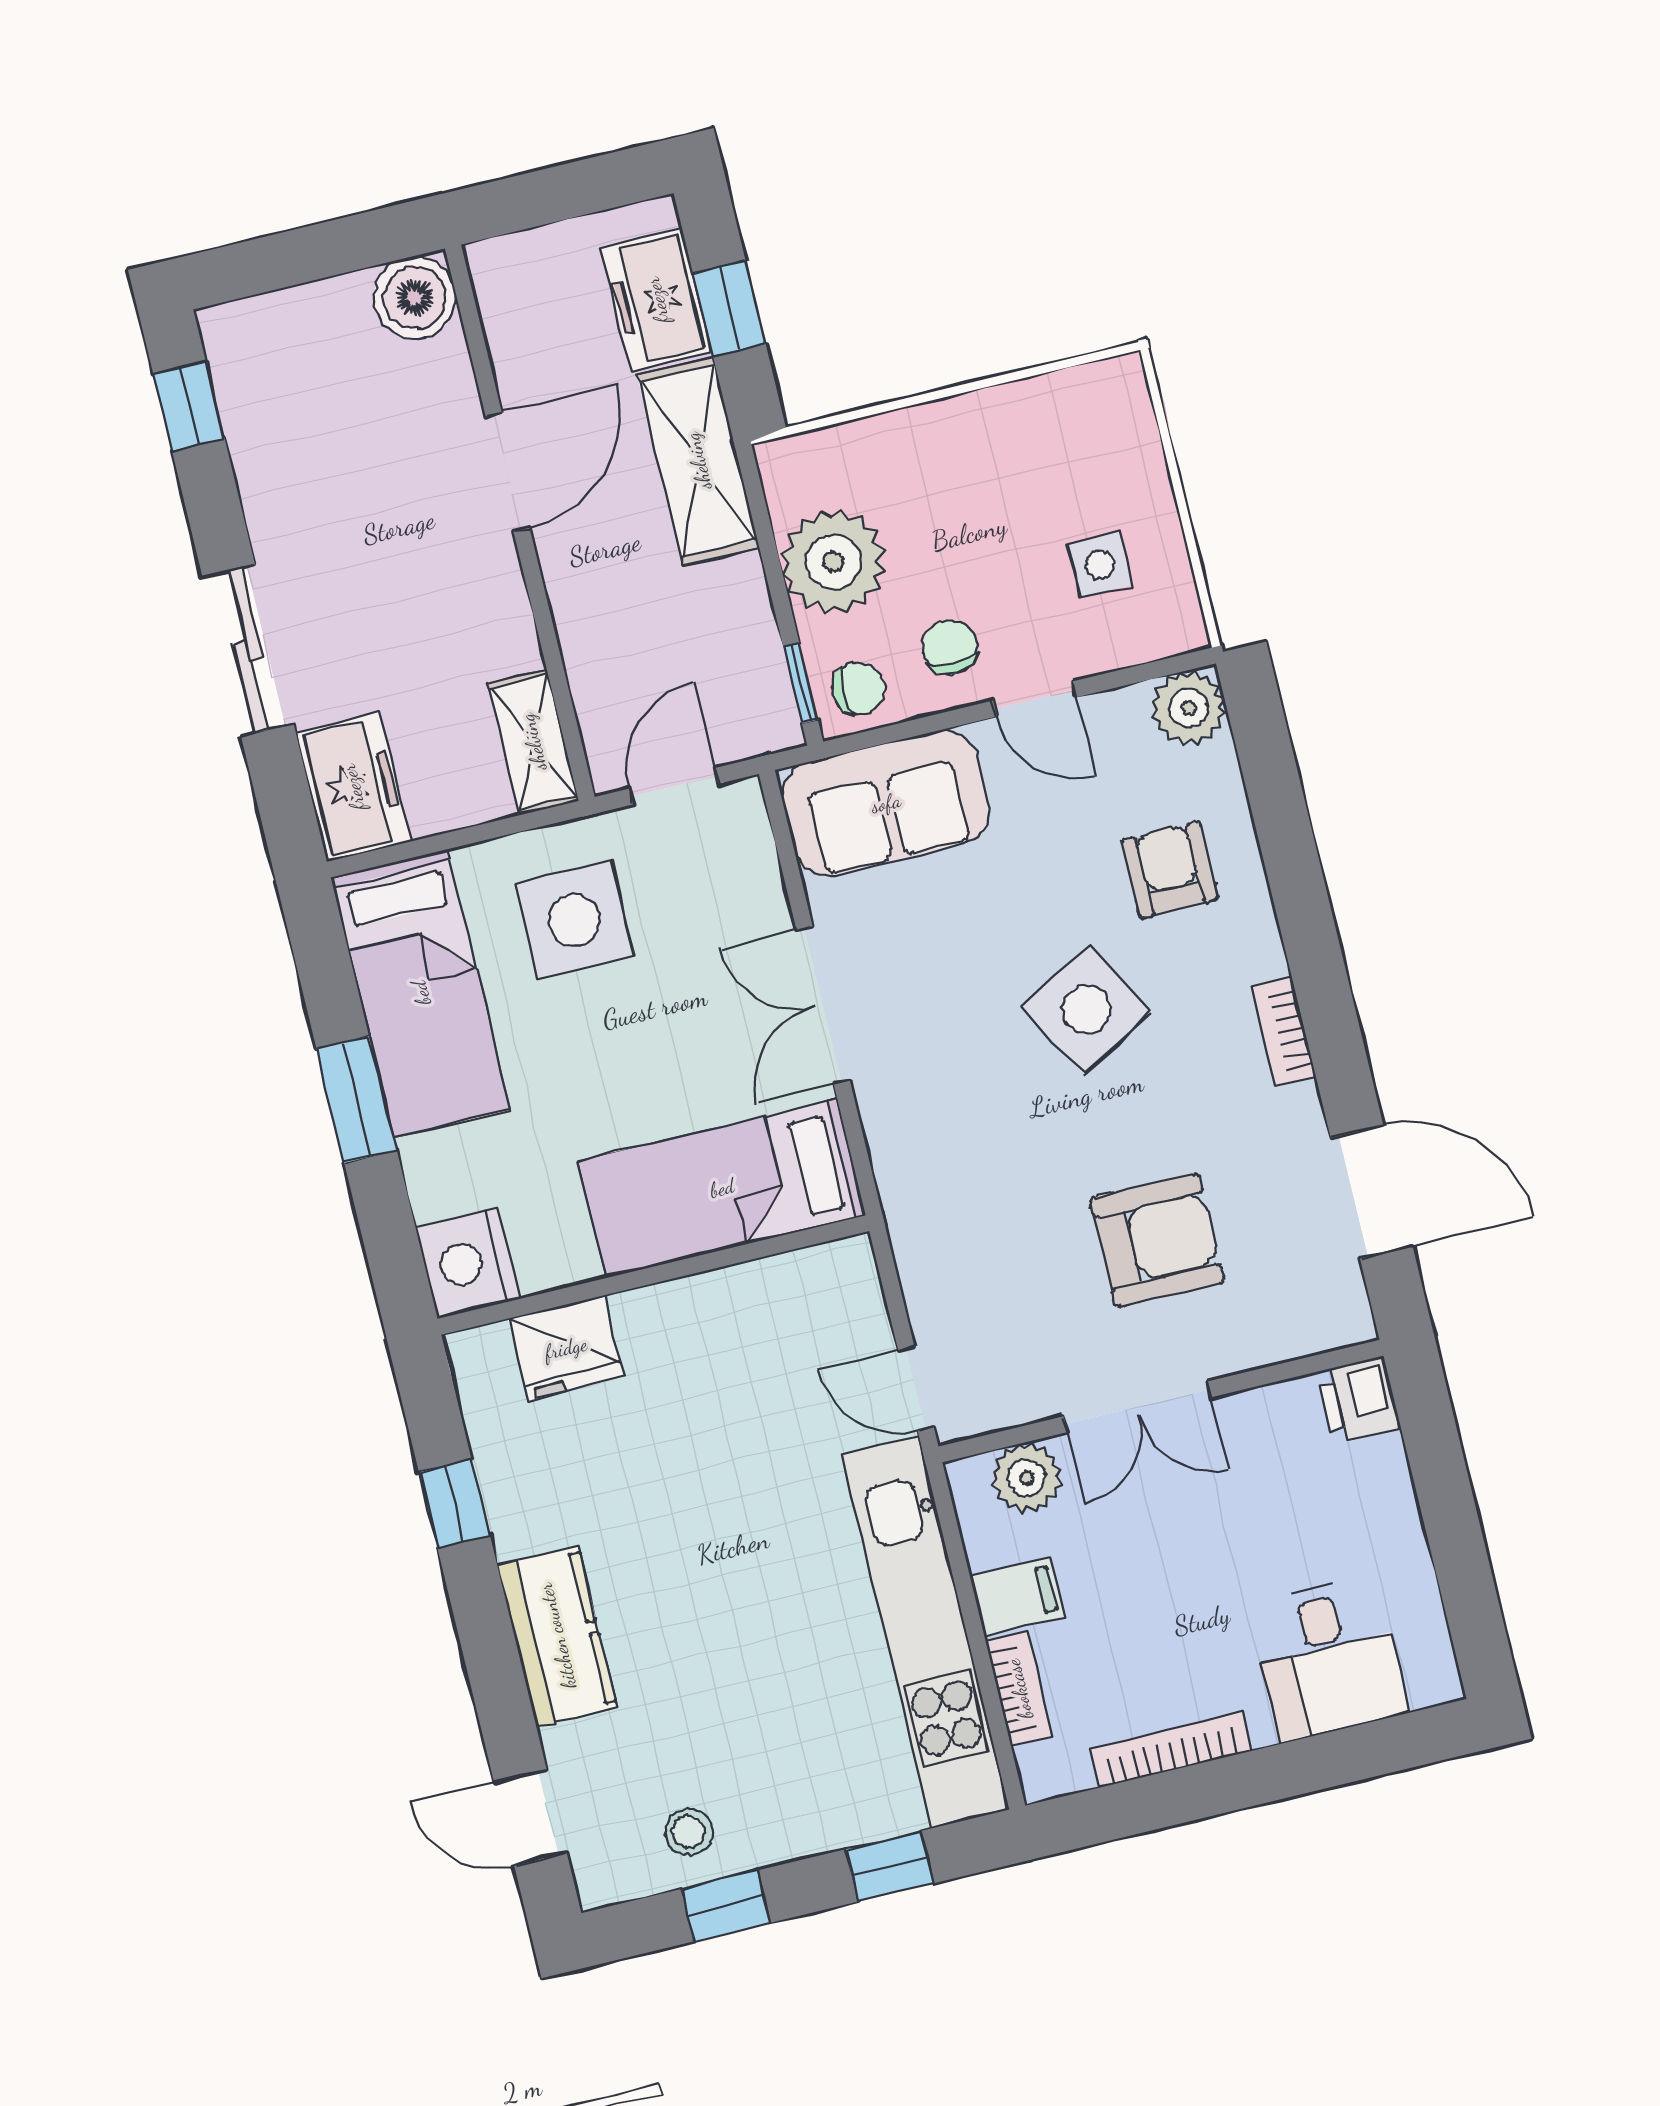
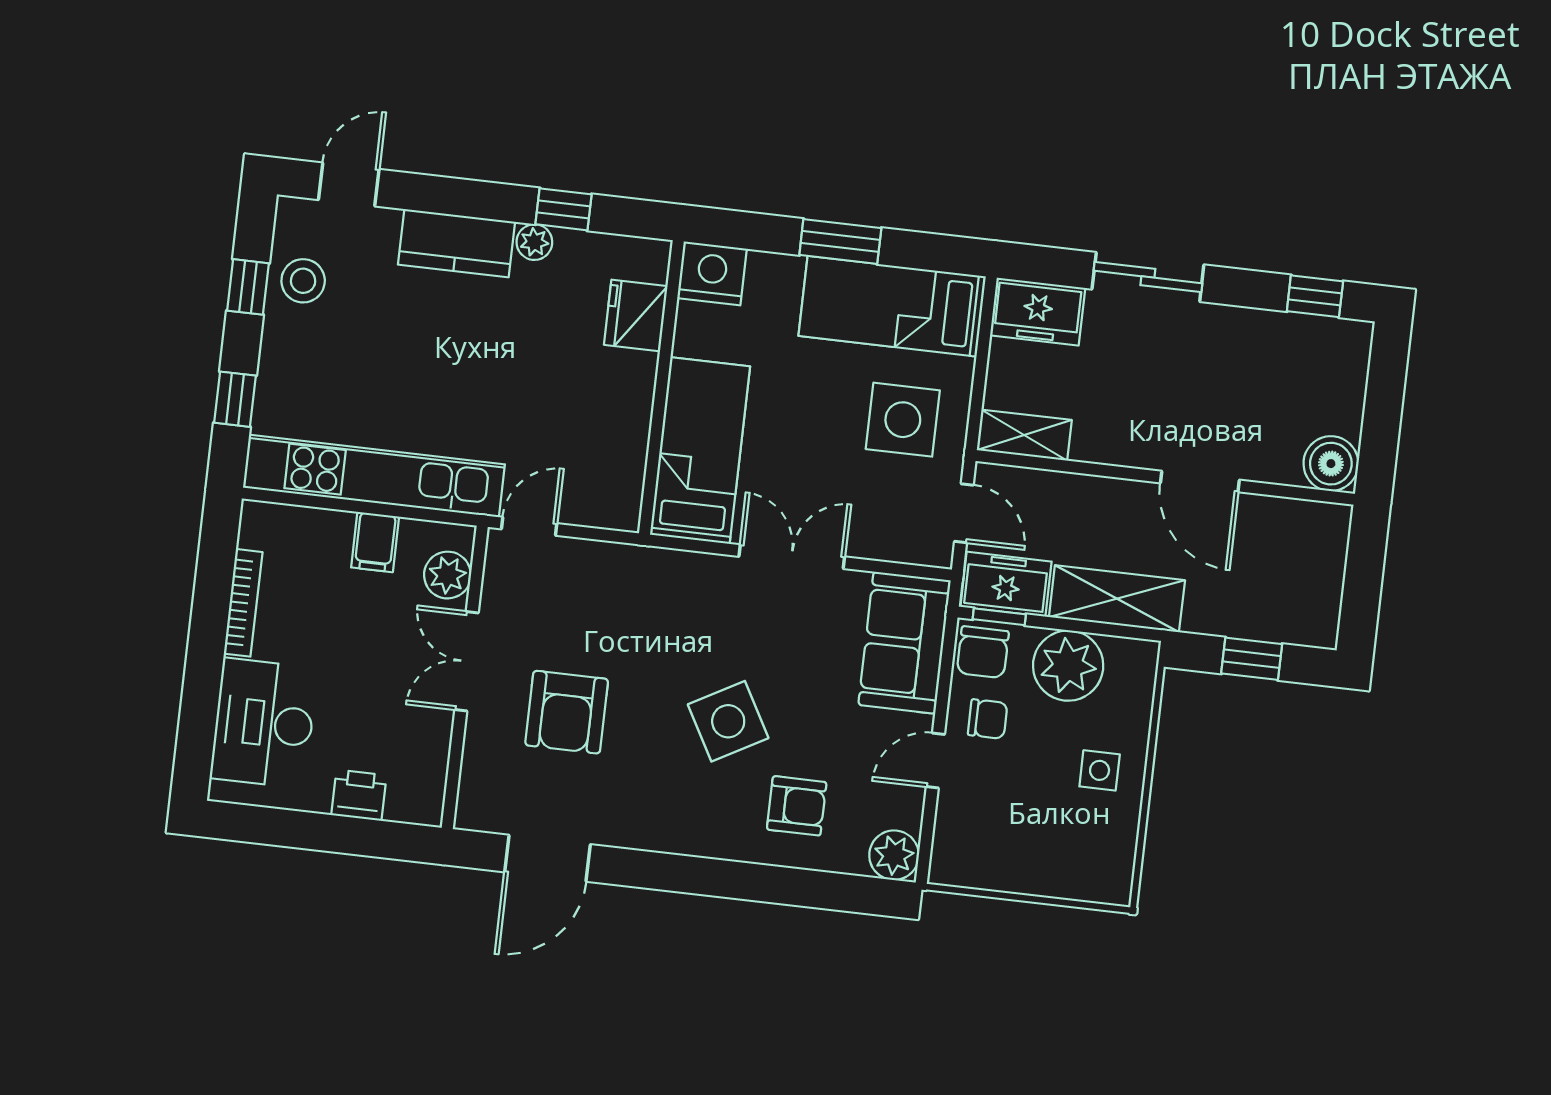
freezer: (657, 300) -> (1006, 584), moved
shelving: (698, 461) -> (1117, 599), moved
side table: (1100, 564) -> (1100, 770), moved
chair: (859, 688) -> (983, 652), width x1.37, depth x1.37
bookcase: (1284, 1032) -> (668, 840), removed
printer: (1359, 1400) -> (359, 795), moved
plant: (515, 1528) -> (534, 242), added
desk: (1329, 1659) -> (264, 723), width x1.37
bookcase: (1019, 1689) -> (316, 522), removed
stool: (689, 1832) -> (303, 281), width x1.37, depth x1.37

